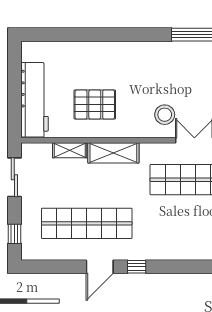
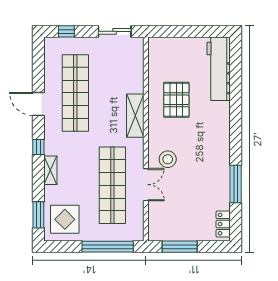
workbench: (35, 100) -> (219, 69), moved, turned 90
shelving: (70, 150) -> (50, 170), moved
window: (137, 267) -> (38, 147), moved

